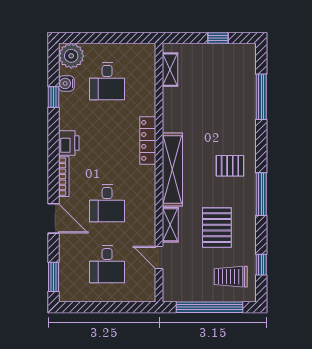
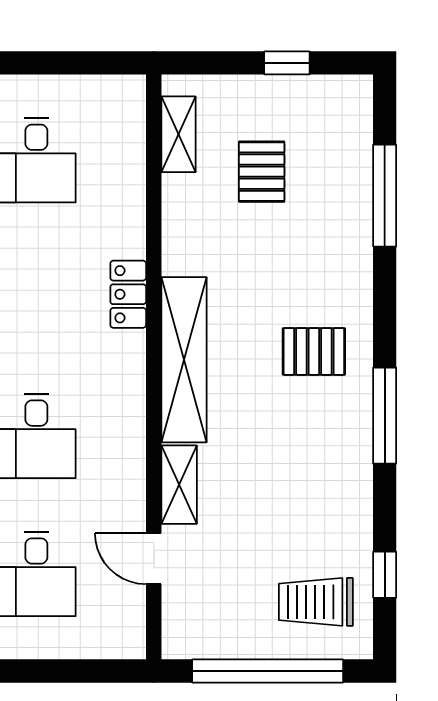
locker: (148, 140) -> (128, 294), width x0.66
pallet: (217, 228) -> (262, 172), moved, width x0.67, depth x0.71

